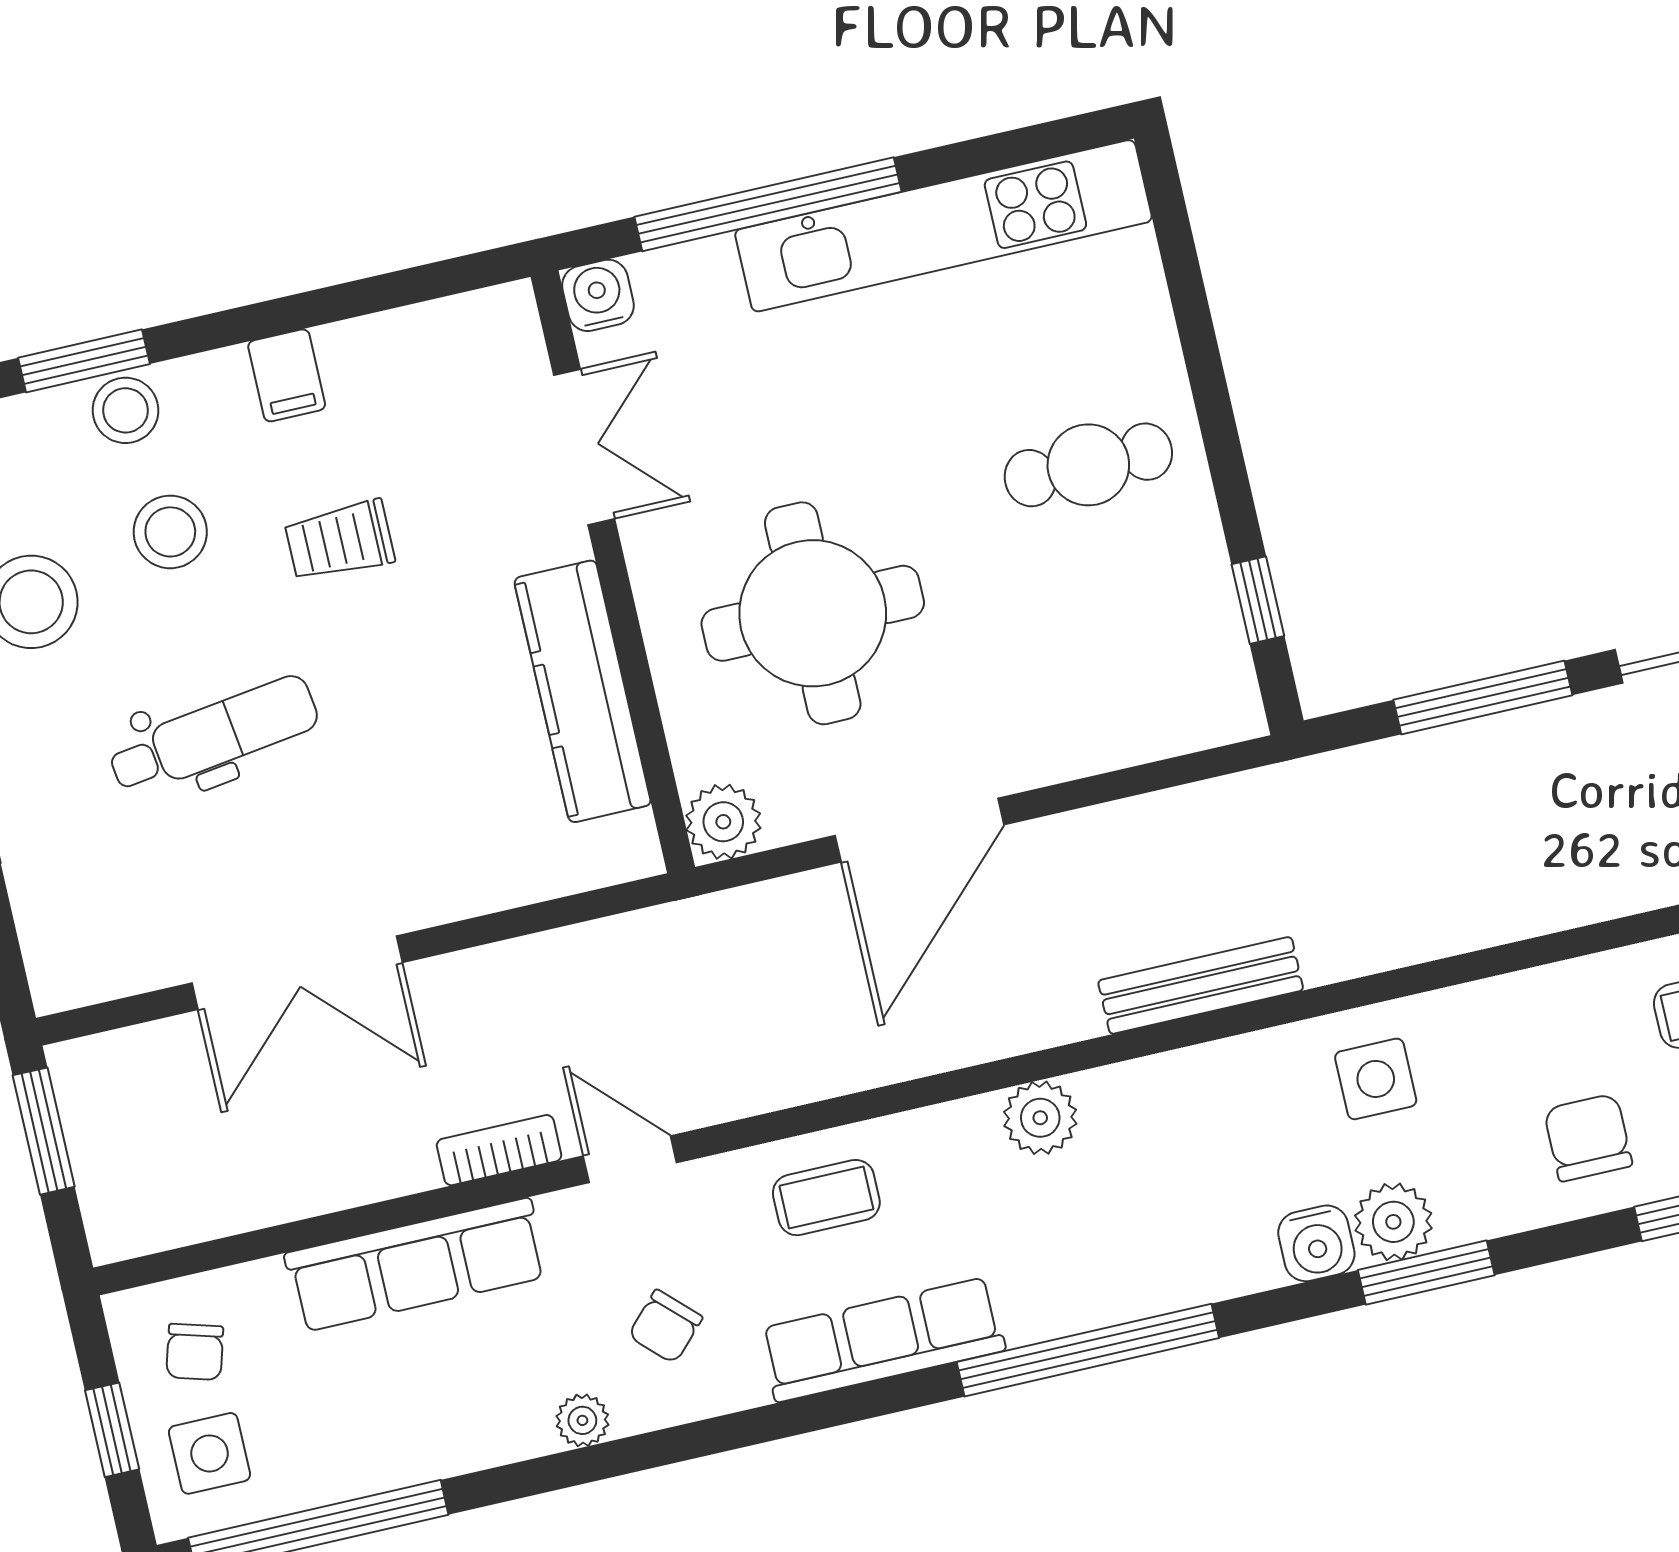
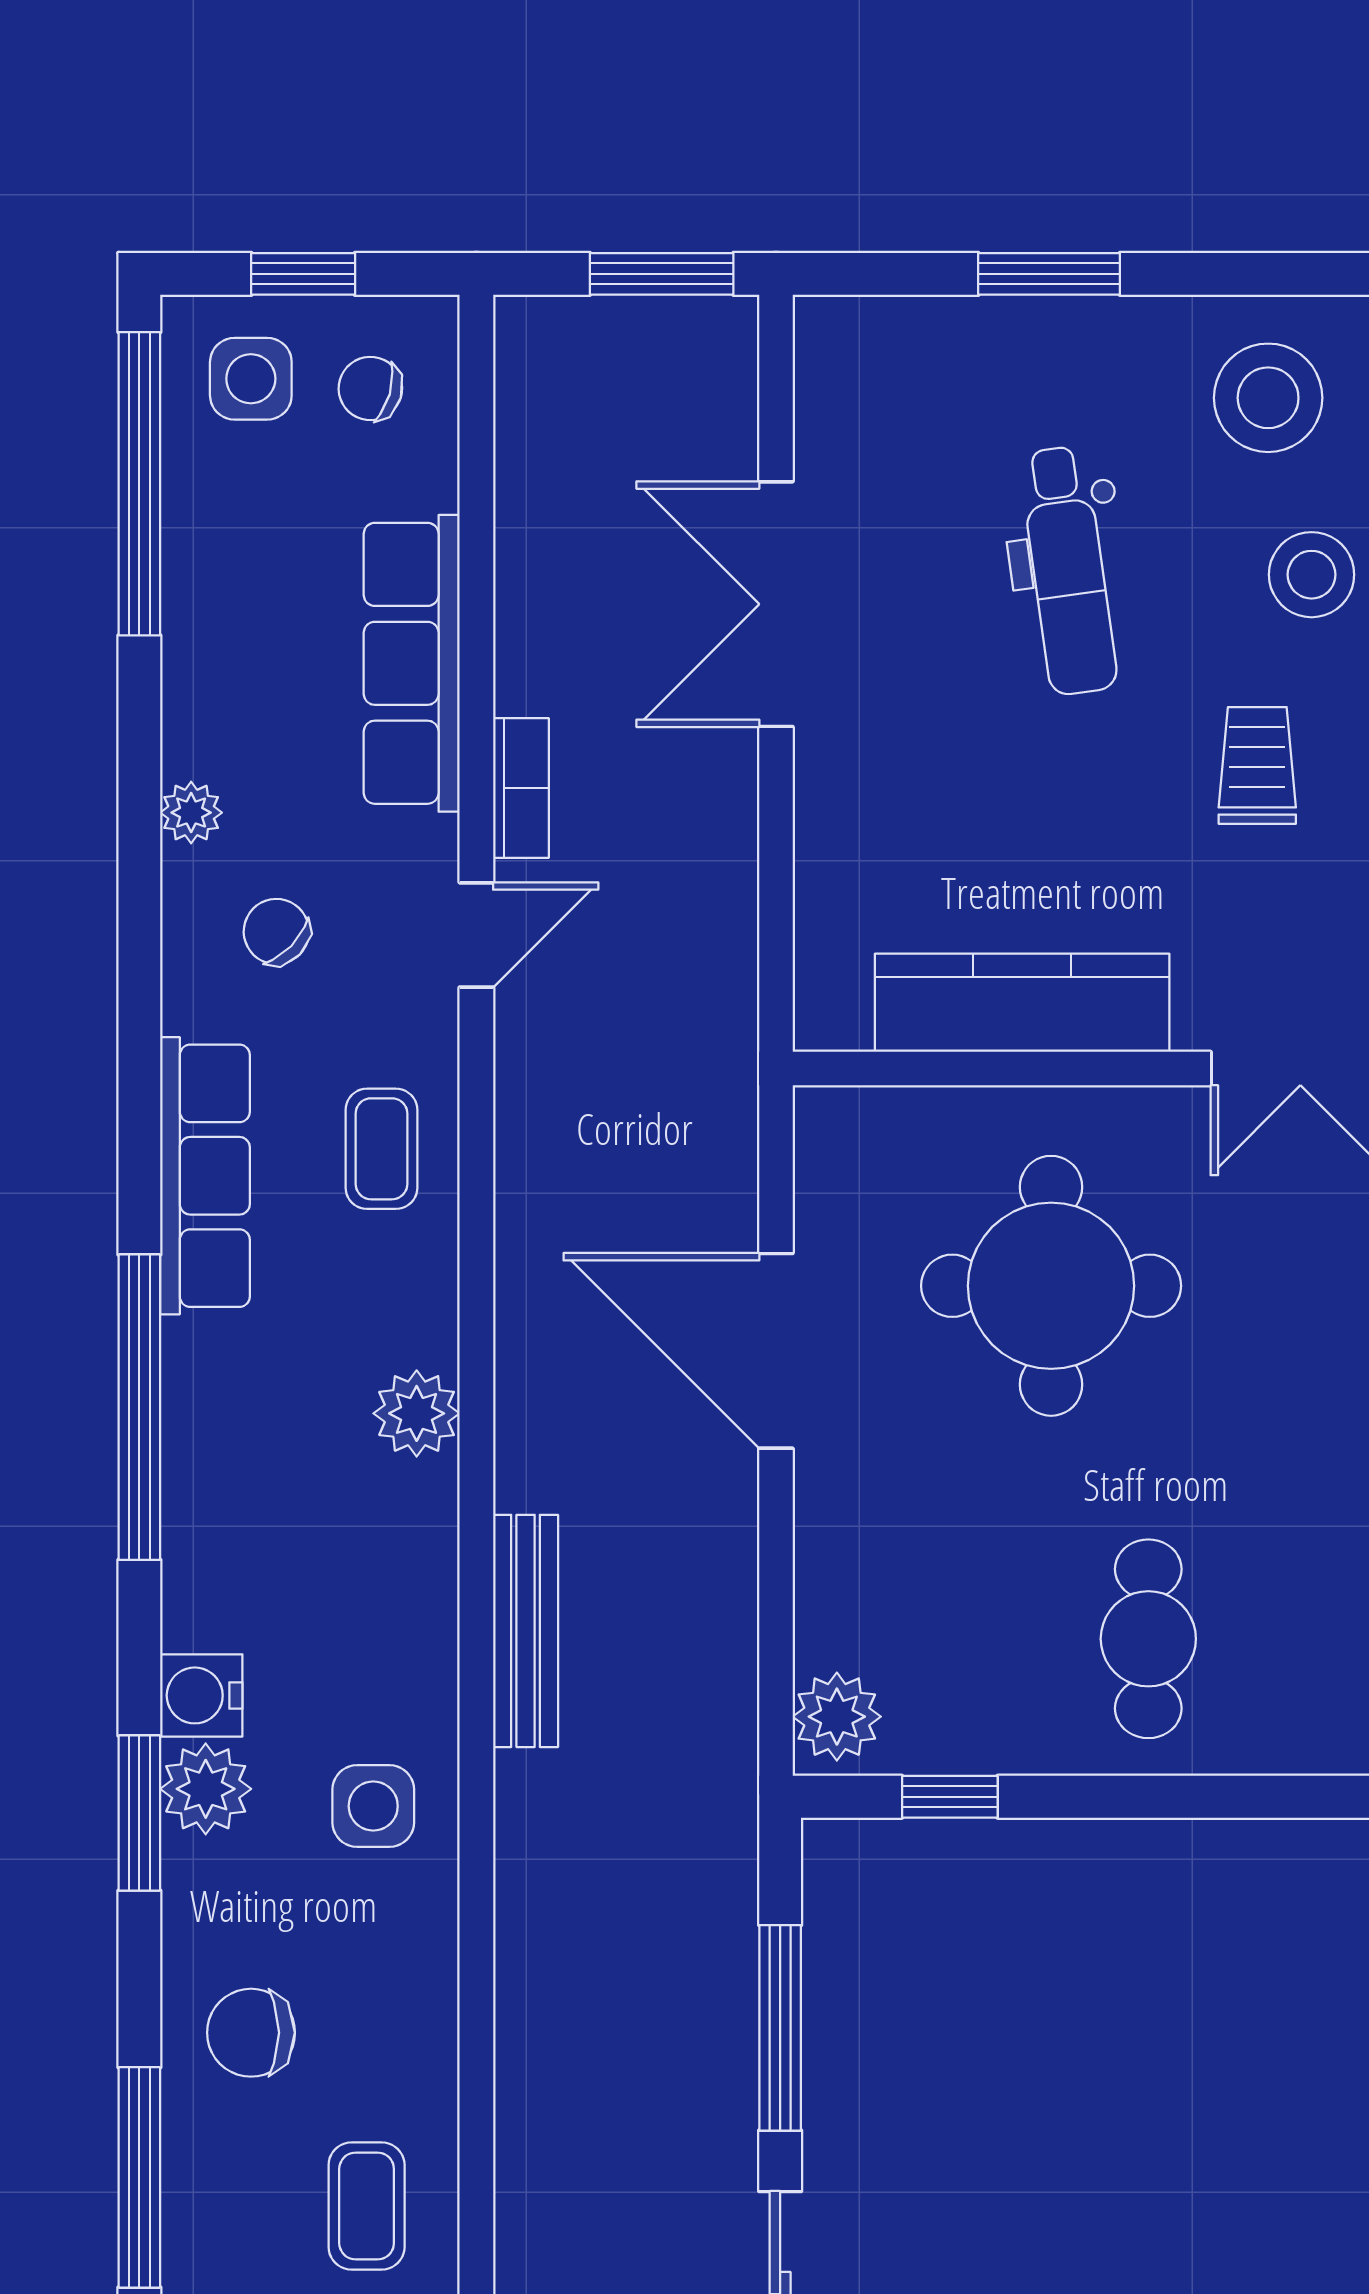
plant: (723, 822) -> (837, 1717), moved
chair: (1588, 1138) -> (251, 2033), turned 180

